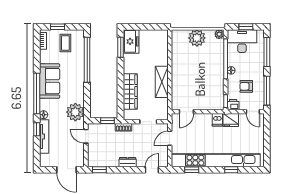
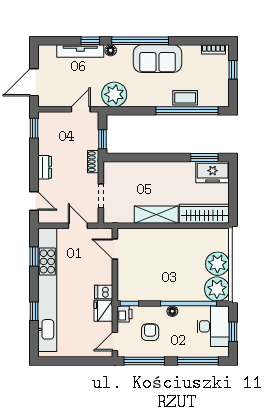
plant: (219, 34) -> (217, 289), width x1.87, depth x1.87
coffee table: (65, 43) -> (185, 98), moved
wardrobe: (130, 91) -> (204, 214), moved, turned 180

